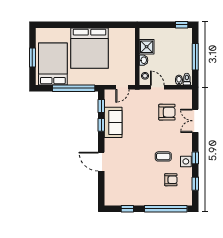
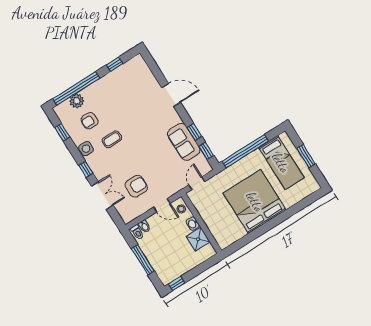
bed: (53, 64) -> (281, 163), width x0.67
armchair: (167, 112) -> (136, 186), turned 180
window: (195, 158) -> (86, 169), moved
plant: (171, 200) -> (77, 101), added

